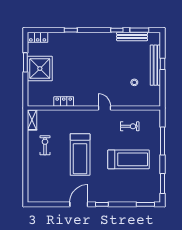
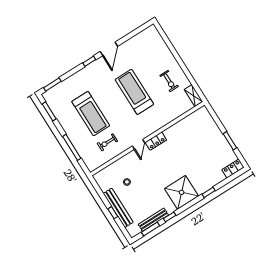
shower: (40, 69) -> (182, 192), moved
locker: (64, 102) -> (156, 141), moved
door: (104, 108) -> (139, 144), hinge flipped
treadmill: (129, 159) -> (91, 114), turned -90

